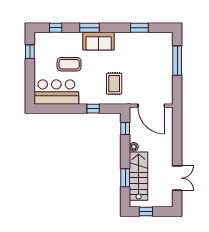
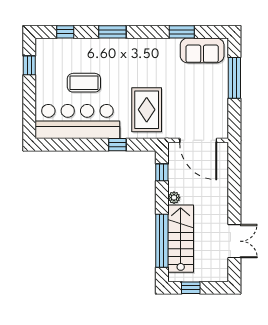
sofa: (99, 41) -> (202, 50), moved
rug: (114, 84) -> (147, 110), width x1.36, depth x1.43
bar counter: (56, 92) -> (77, 121), width x1.36
window: (125, 178) -> (162, 241), width x2.11

